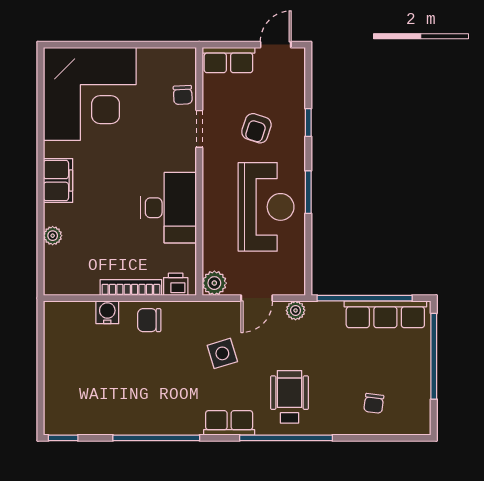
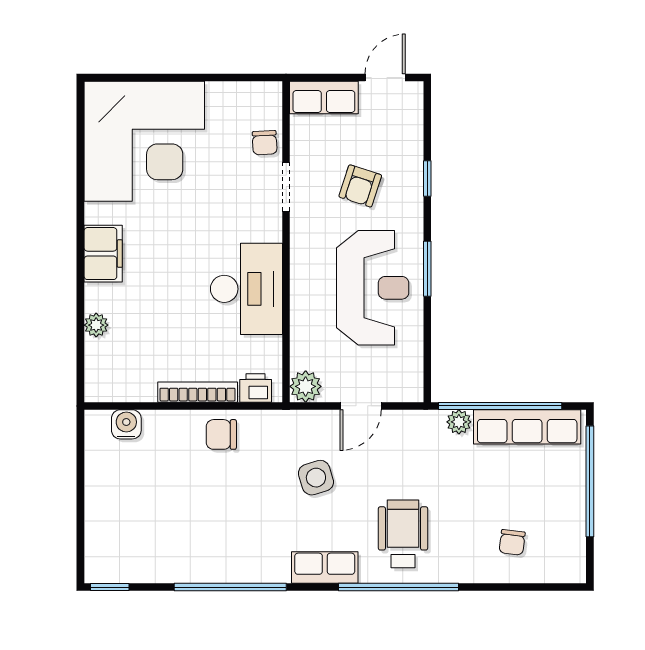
plant: (296, 310) -> (459, 422), moved
water cooler: (107, 312) -> (126, 424), moved

